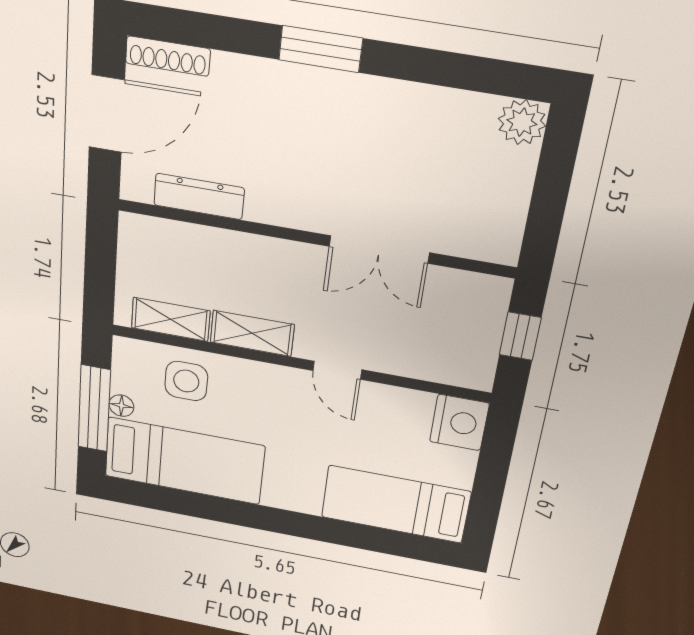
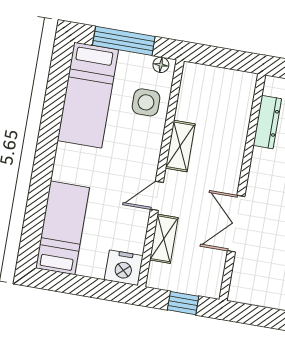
shelving: (171, 319) -> (164, 239), moved
floor lamp: (121, 406) -> (161, 65), moved

